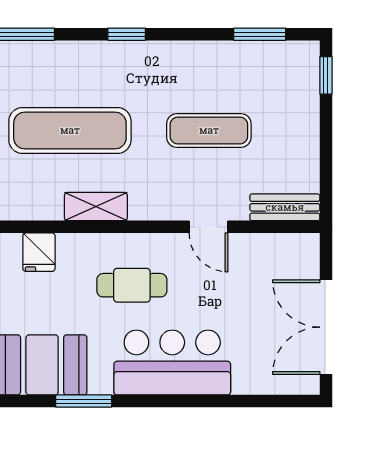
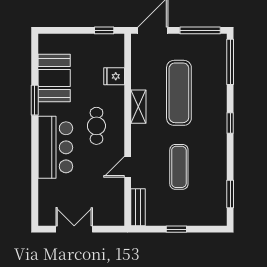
window: (326, 75) -> (176, 229), moved
double door: (326, 327) -> (74, 229), width x0.73

